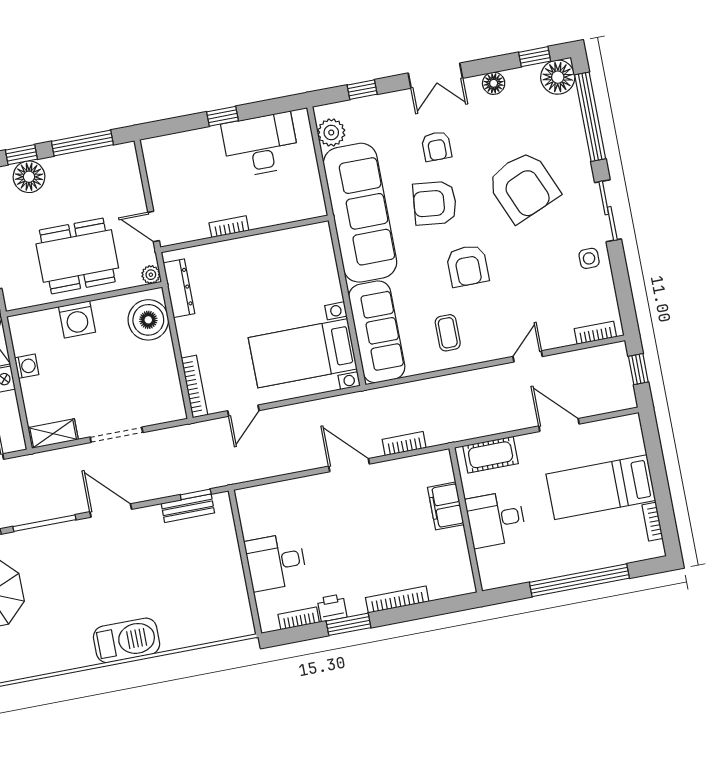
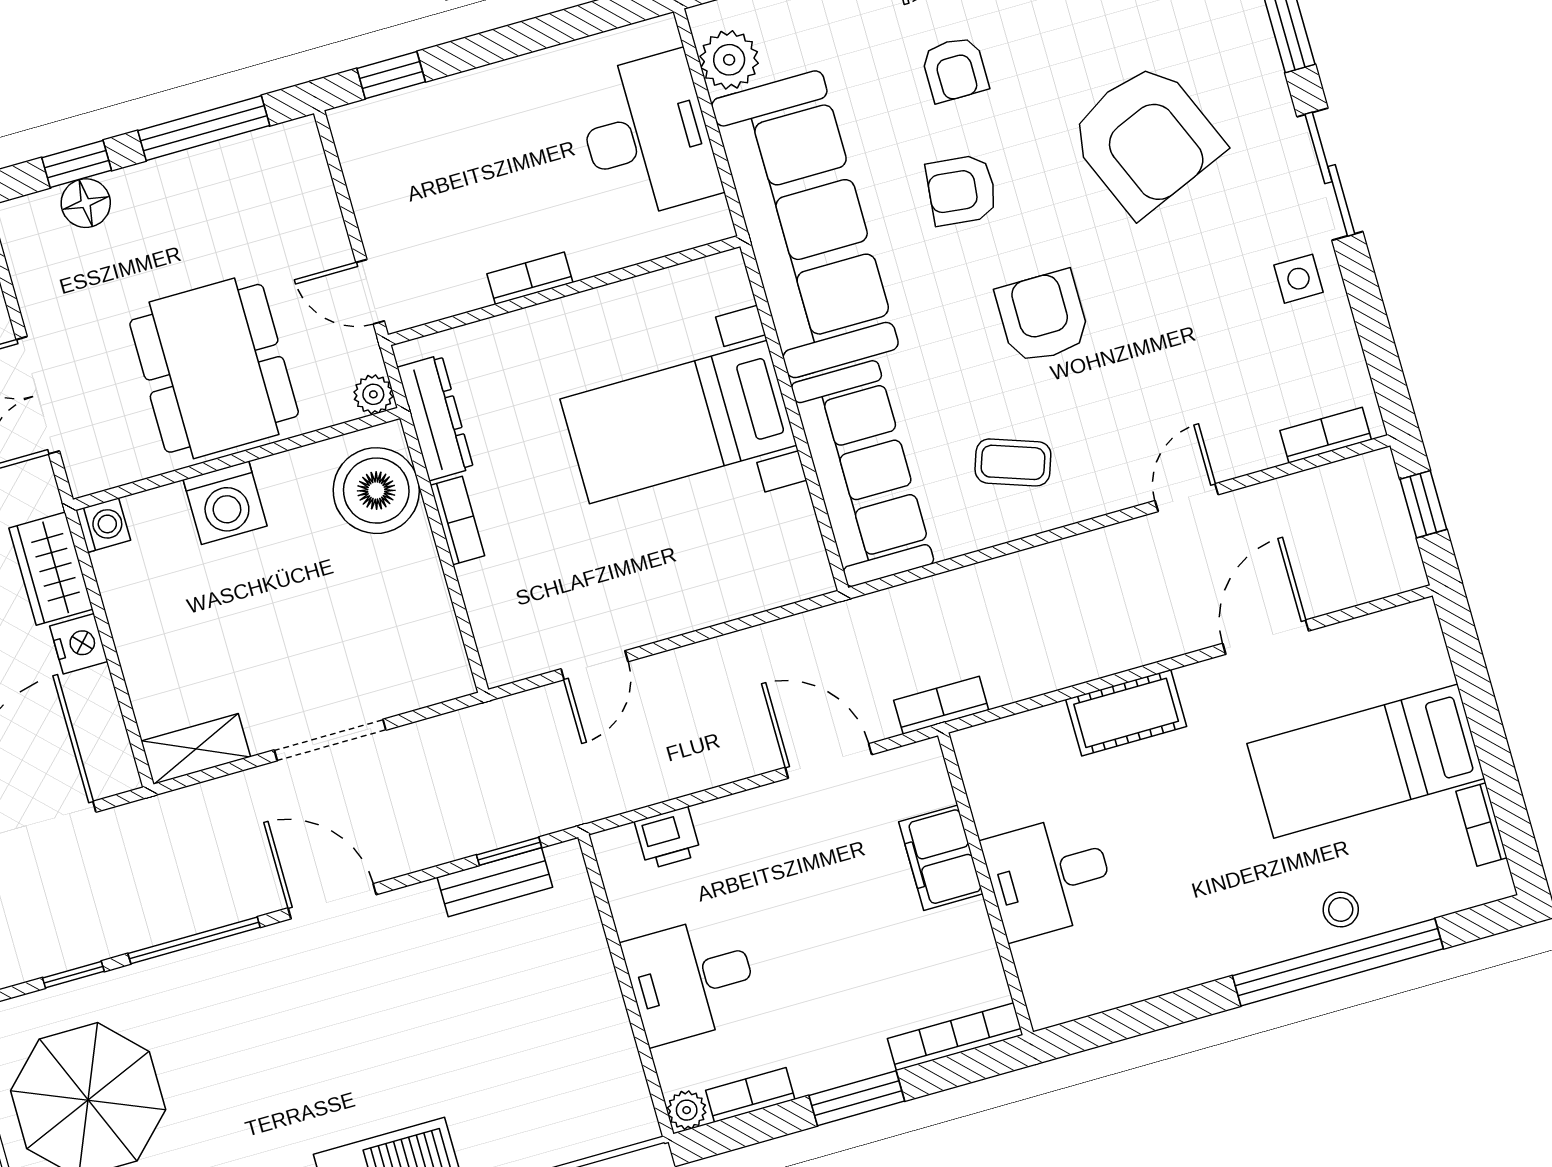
window: (222, 116) -> (391, 75), moved
desk: (261, 145) -> (647, 136), moved, turned 90
floor lamp: (29, 177) -> (86, 203), width x0.73, depth x0.73
armchair: (435, 203) -> (962, 190), width x0.72, depth x0.72
dining table: (77, 256) -> (214, 368), turned 90
armchair: (468, 266) -> (1043, 317), turned 180
coffee table: (448, 333) -> (1013, 462), turned -71
bed with nightstands: (303, 353) -> (678, 422), moved
washing machine: (27, 366) -> (103, 525), moved
bookcase: (194, 386) -> (457, 520), moved, width x0.64
door: (559, 425) -> (1266, 637), hinge flipped
filing cabinet: (446, 506) -> (941, 858), moved
desk: (496, 519) -> (1049, 877), moved
wall: (466, 520) -> (986, 884), moved
stool: (583, 556) -> (1341, 910), added
printer: (332, 608) -> (668, 838), moved, turned 180
plant: (268, 623) -> (687, 1110), added

